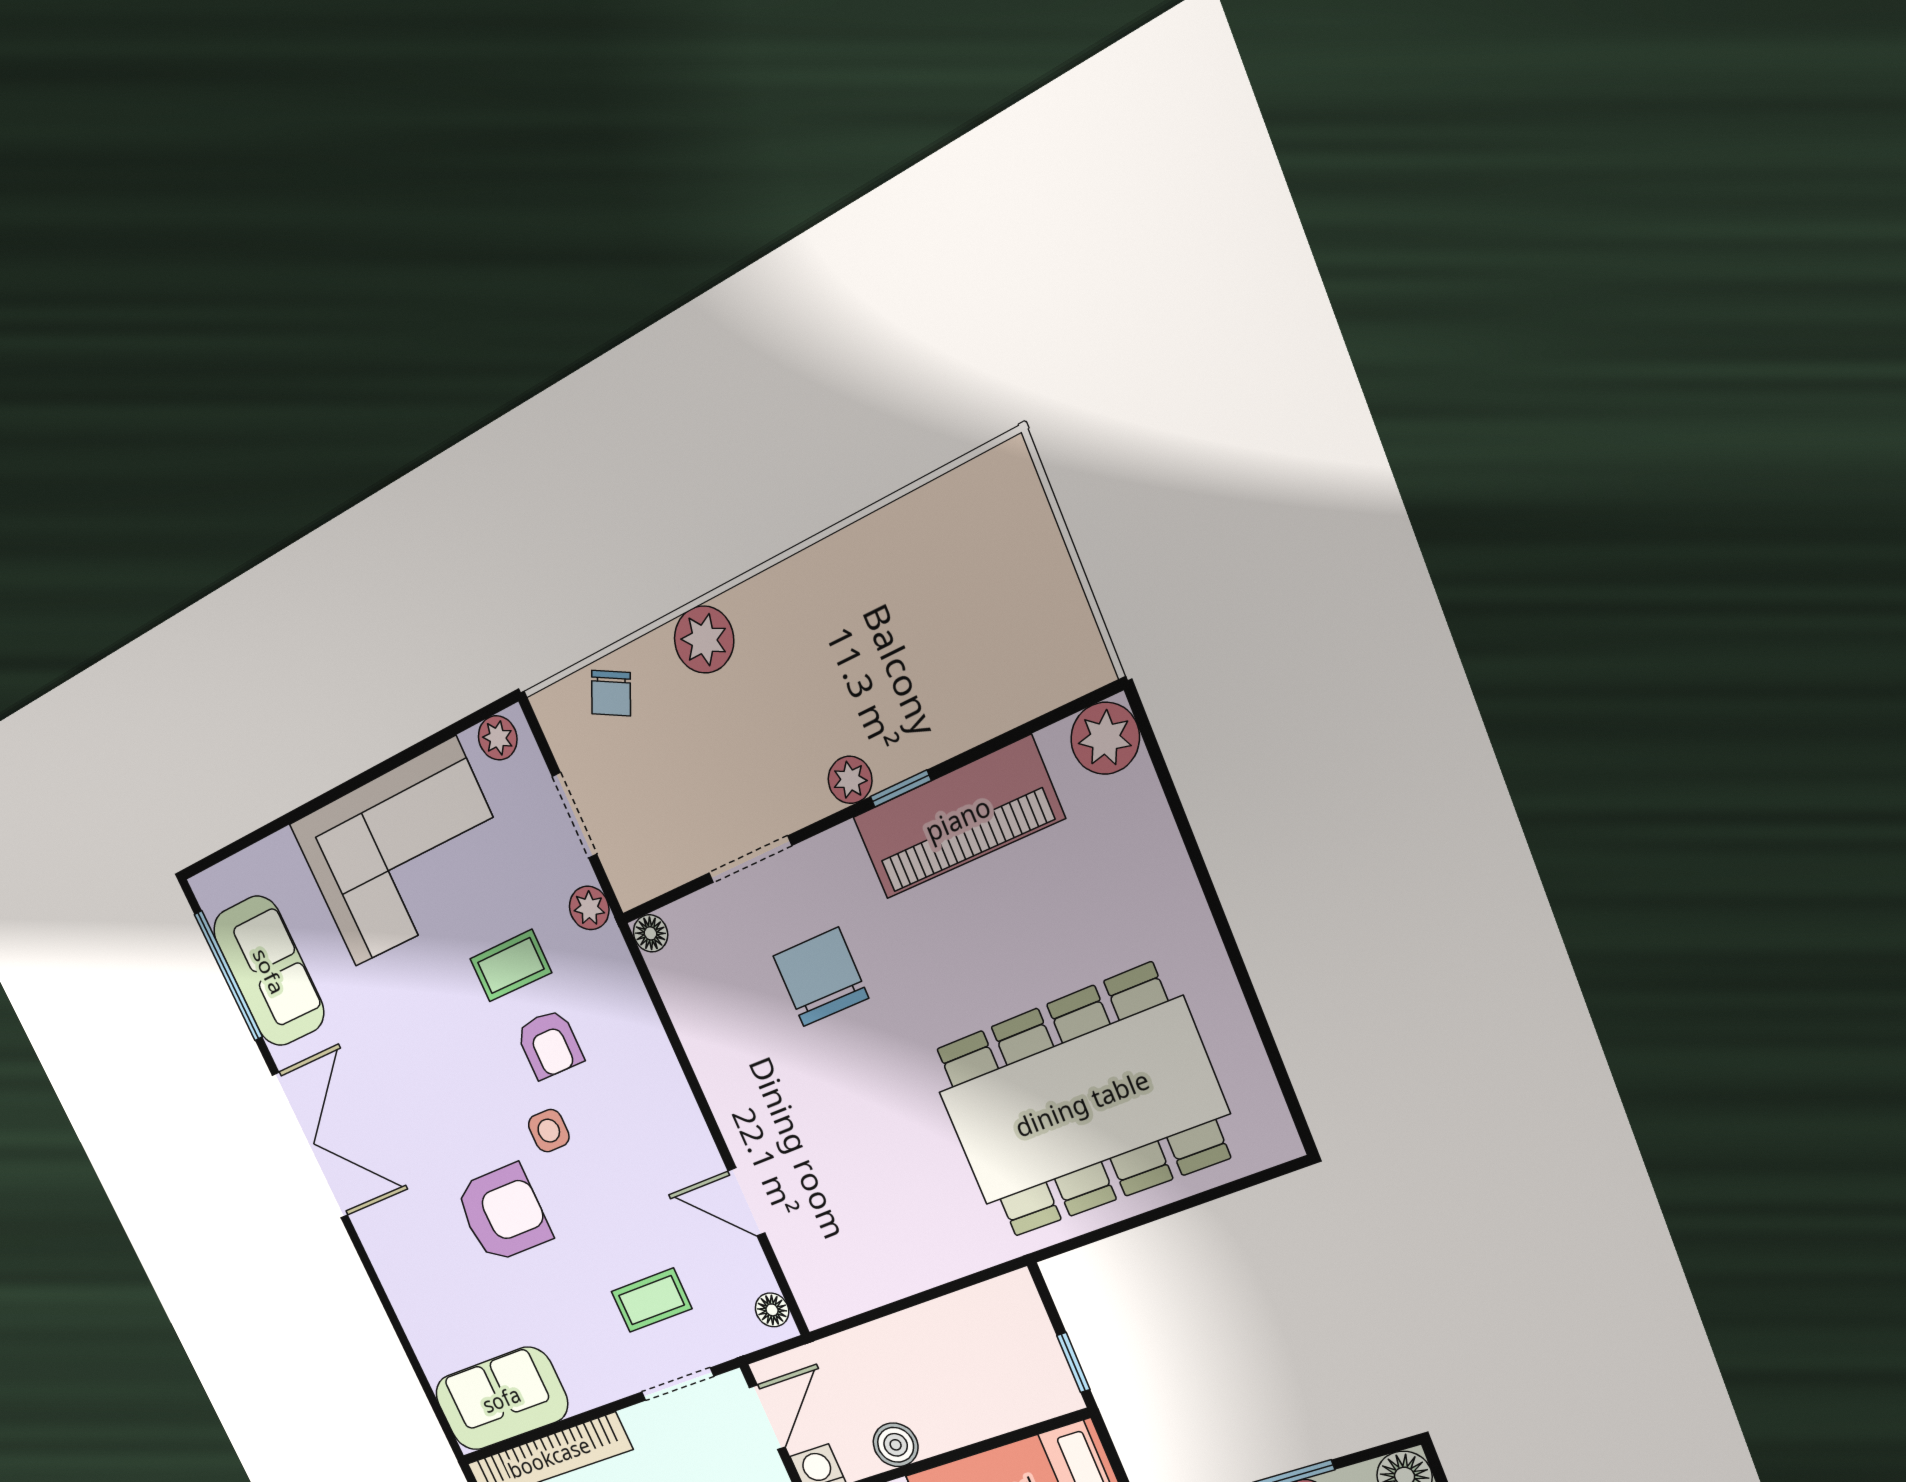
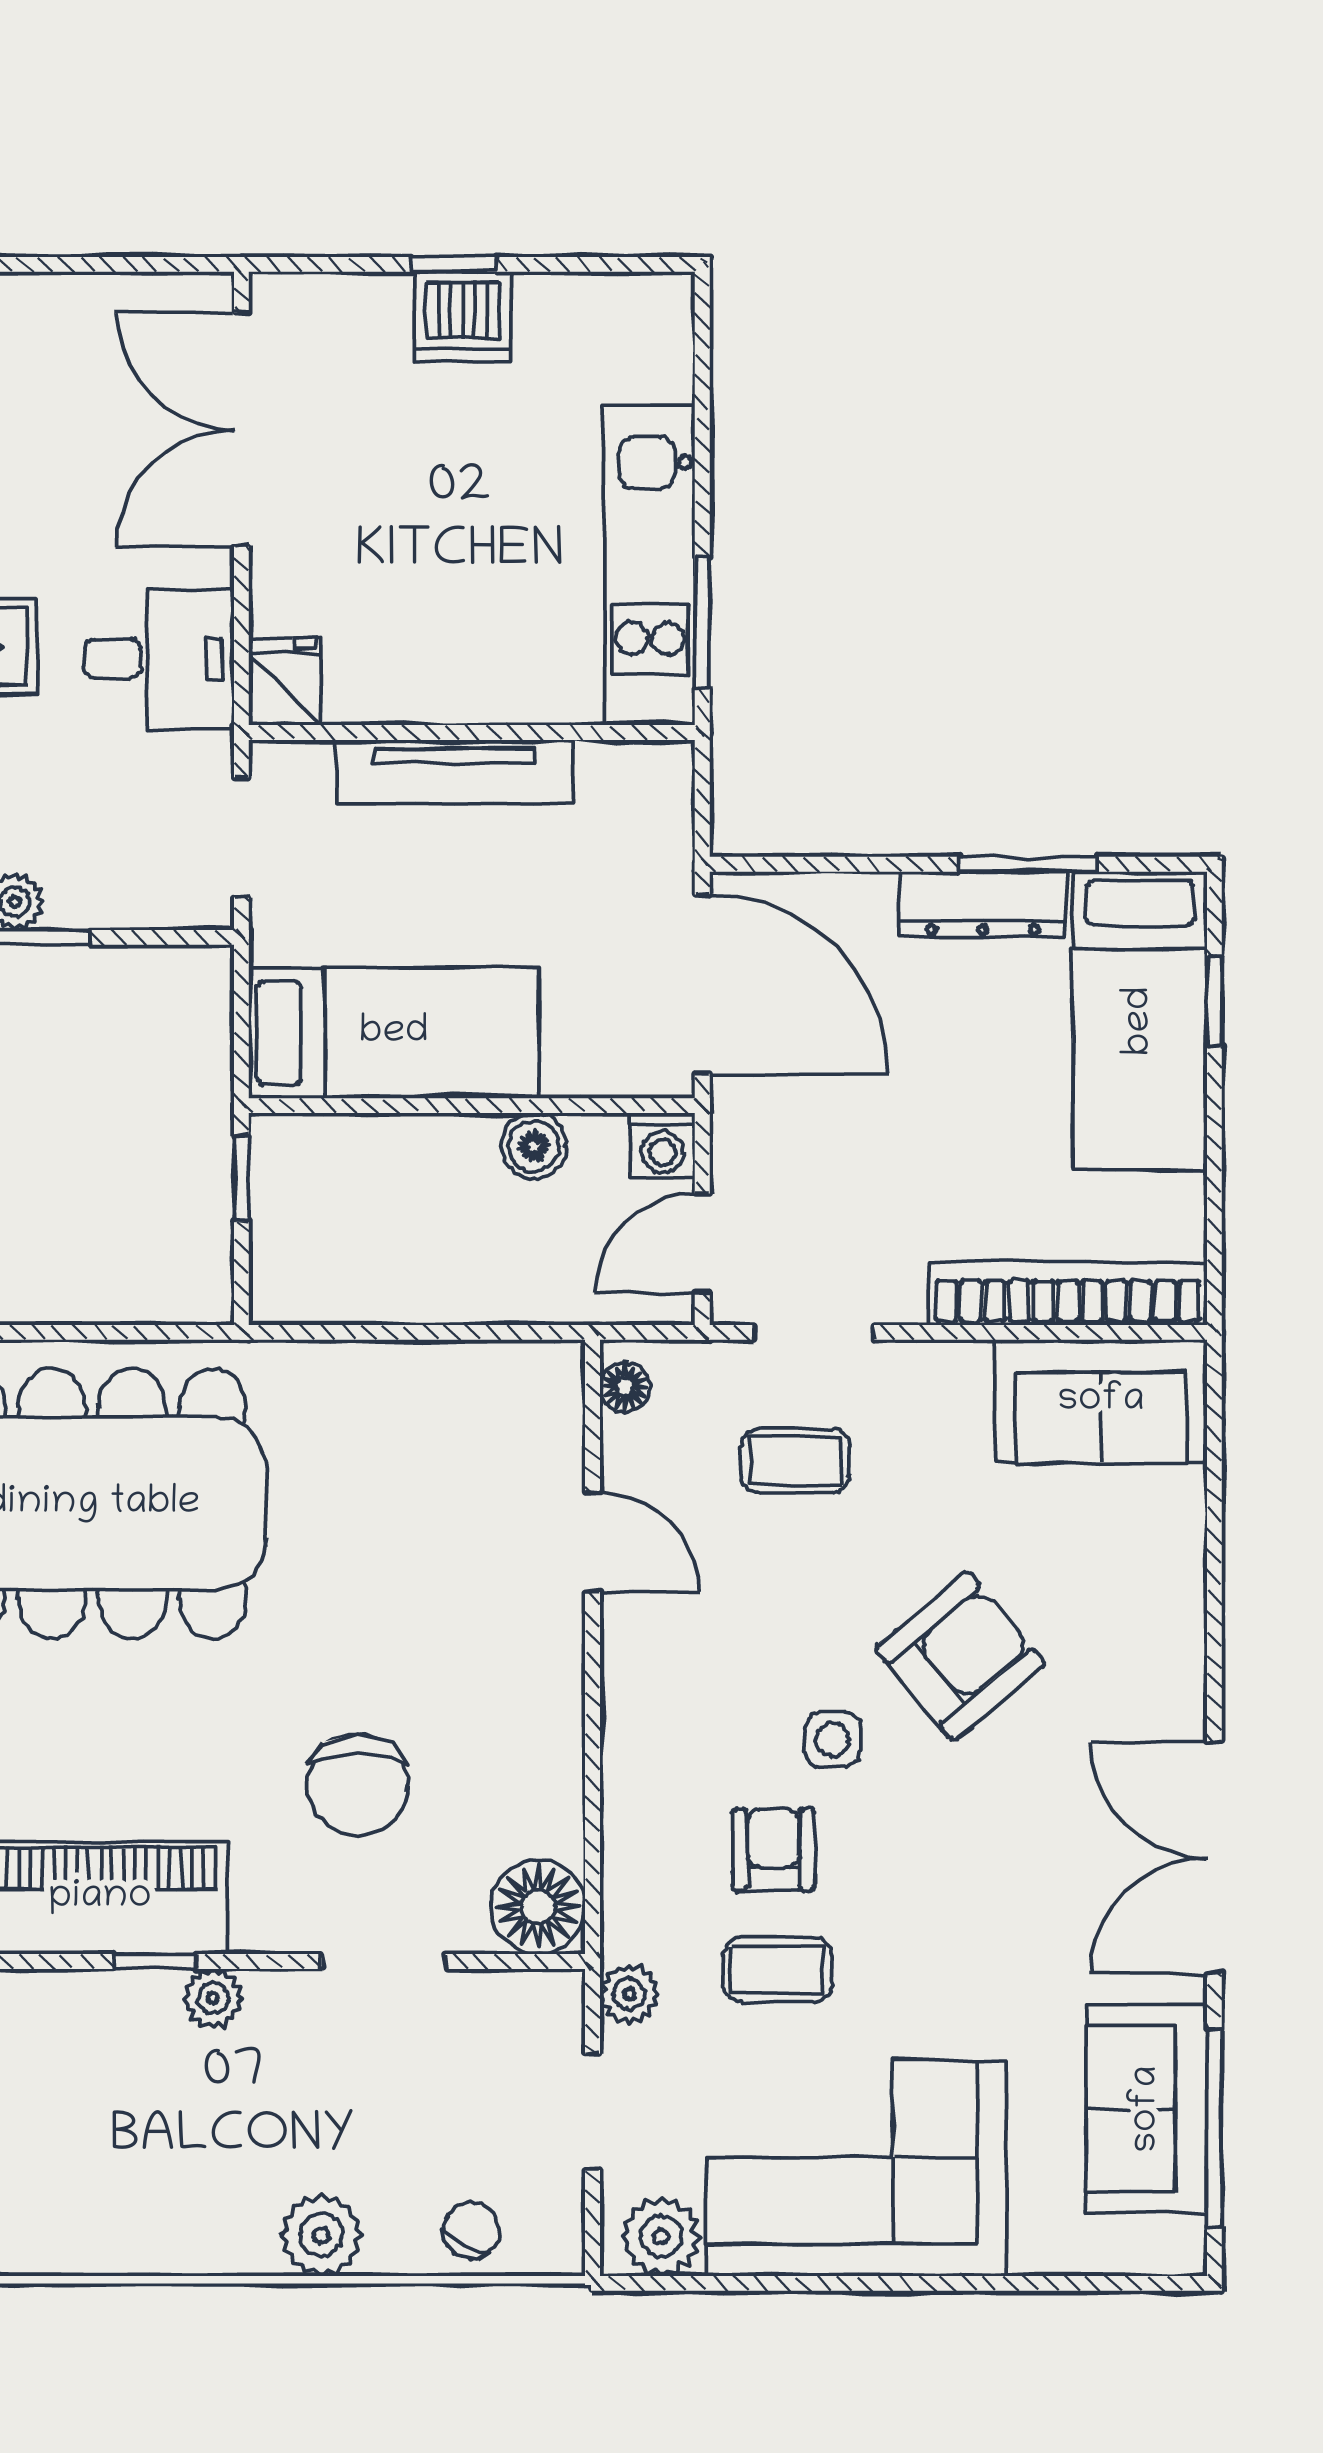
plant: (498, 738) -> (661, 2237), width x1.38, depth x1.38
floor lamp: (651, 933) -> (538, 1907), width x1.89, depth x1.89
armchair: (503, 1213) -> (960, 1656), turned 140

